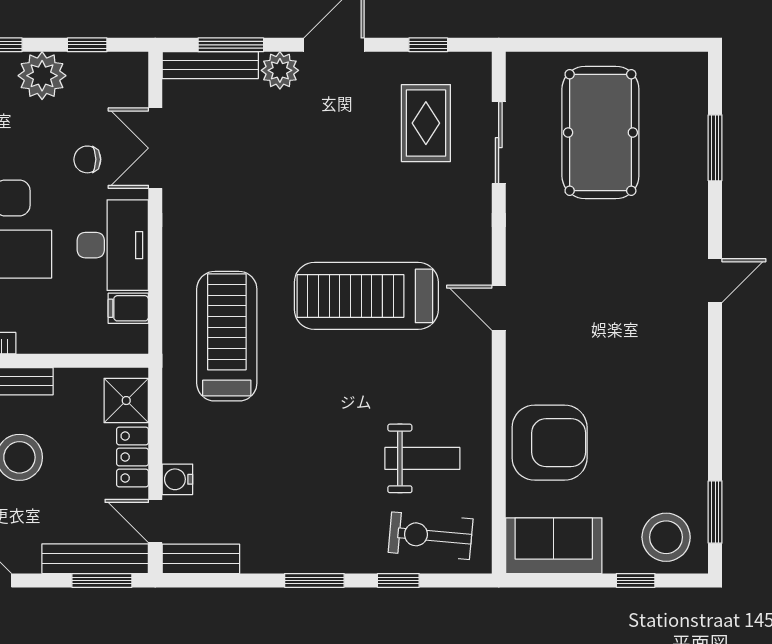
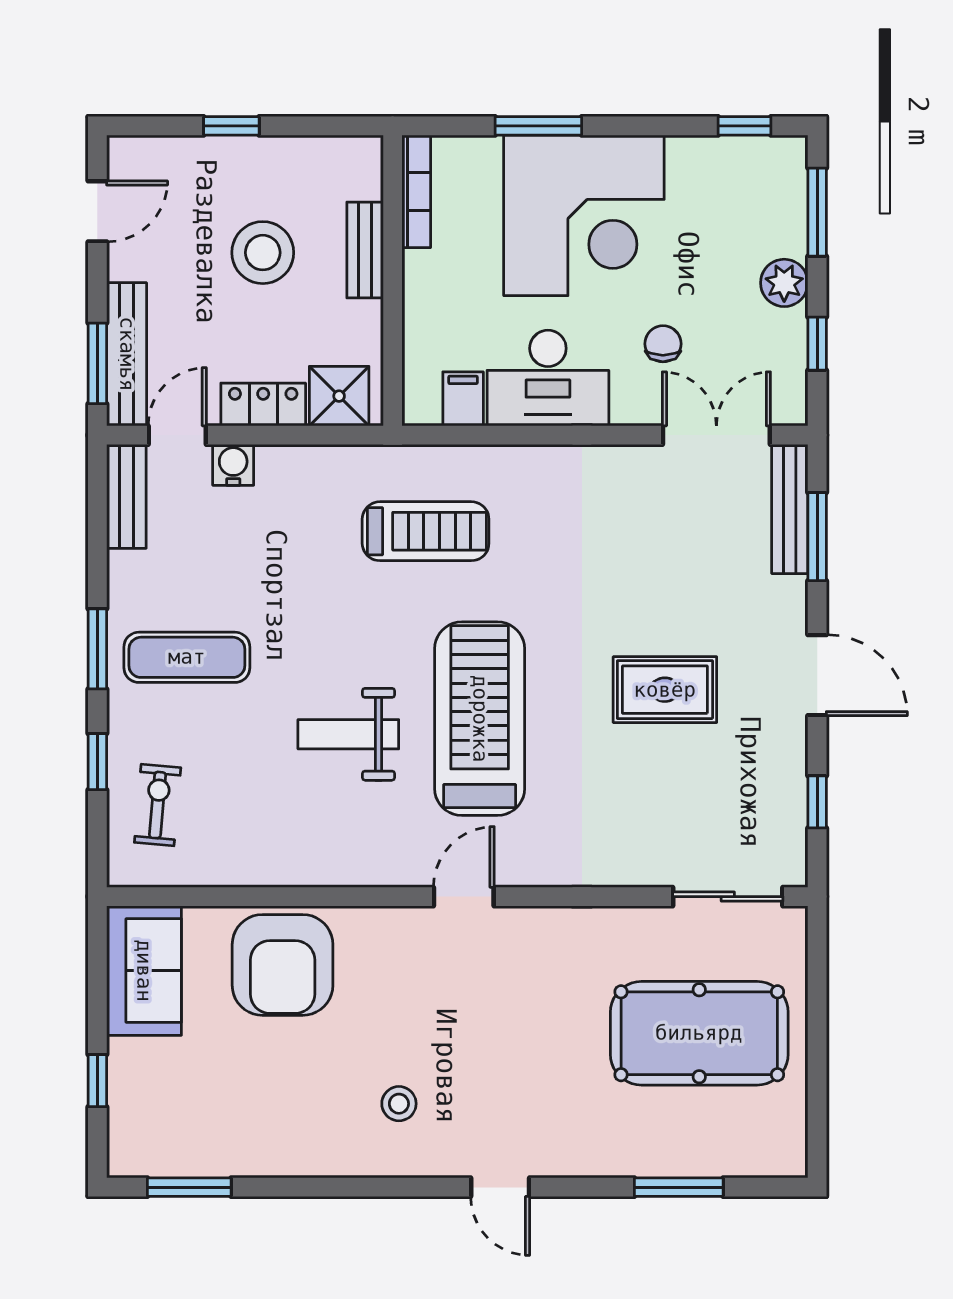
plant: (280, 70) -> (783, 603), removed
plant: (42, 76) -> (784, 283), width x0.73, depth x0.73
rug: (426, 123) -> (665, 690), moved
sliding door: (499, 143) -> (728, 897), moved
double door: (155, 148) -> (716, 435), moved
treadmill: (227, 336) -> (426, 531), width x0.73, depth x0.73
weight bench: (422, 458) -> (348, 734), moved, turned 90
exercise mat: (321, 514) -> (187, 657), added
exercise bike: (431, 536) -> (158, 805), width x0.73, depth x0.72
stool: (666, 537) -> (399, 1104), moved, width x0.53, depth x0.53

